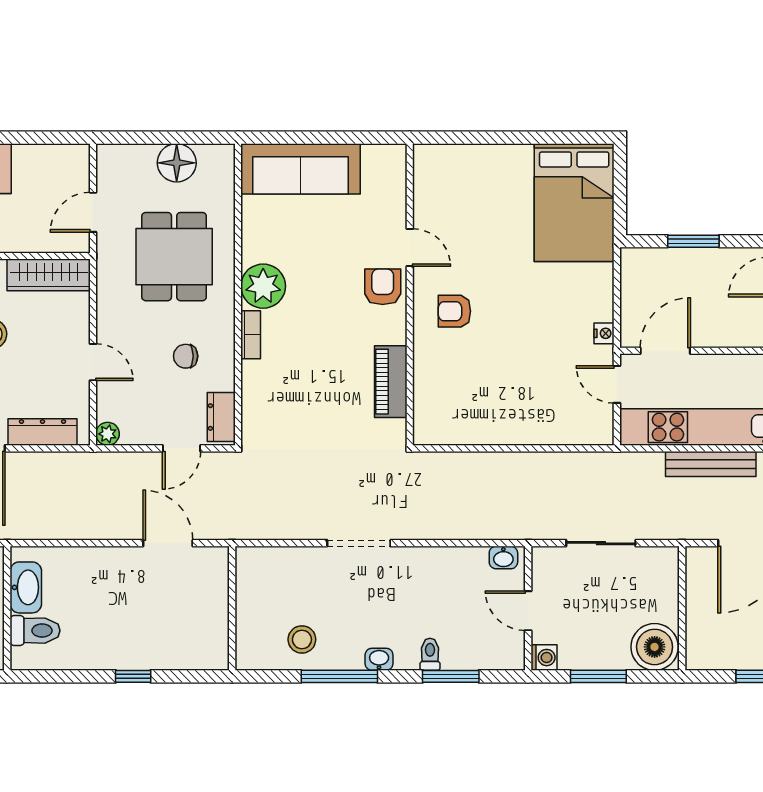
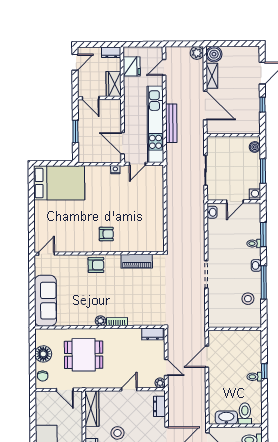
door: (410, 248) -> (46, 254), moved
plant: (263, 286) -> (101, 321), width x0.53, depth x0.53
armchair: (383, 287) -> (96, 265), turned 180
armchair: (454, 311) -> (106, 234), turned -90
chair: (186, 356) -> (43, 376), moved
dresser: (43, 432) -> (159, 406), width x0.70
door: (181, 448) -> (166, 368), moved
boiler: (655, 647) -> (255, 147), width x0.54, depth x0.54
toilet: (120, 653) -> (254, 377), added

